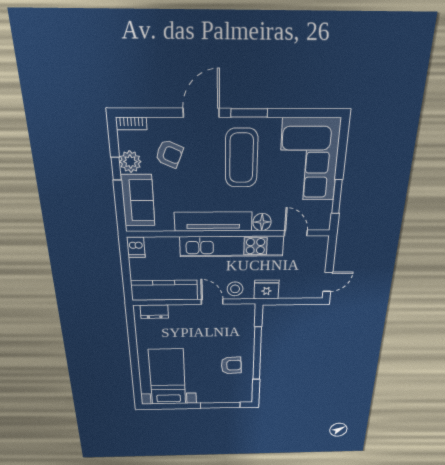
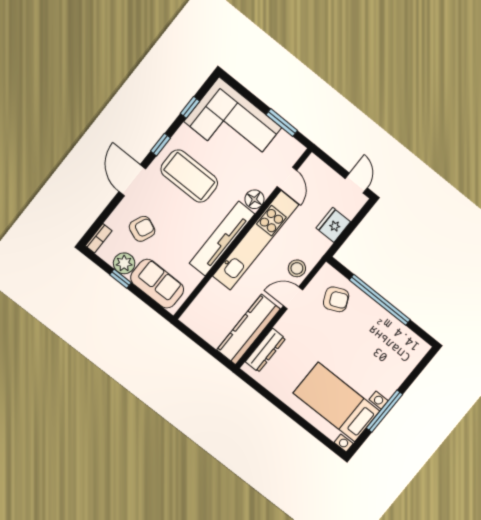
window: (249, 113) -> (161, 145), width x0.67
window: (298, 113) -> (190, 107), added
door: (296, 233) -> (287, 178), swing flipped
dishwasher: (136, 247) -> (192, 319), removed
fridge: (267, 289) -> (333, 225), moved
dresser: (154, 312) -> (265, 350), width x1.44
armchair: (231, 365) -> (336, 299), moved, turned 67
window: (220, 405) -> (384, 411), moved

